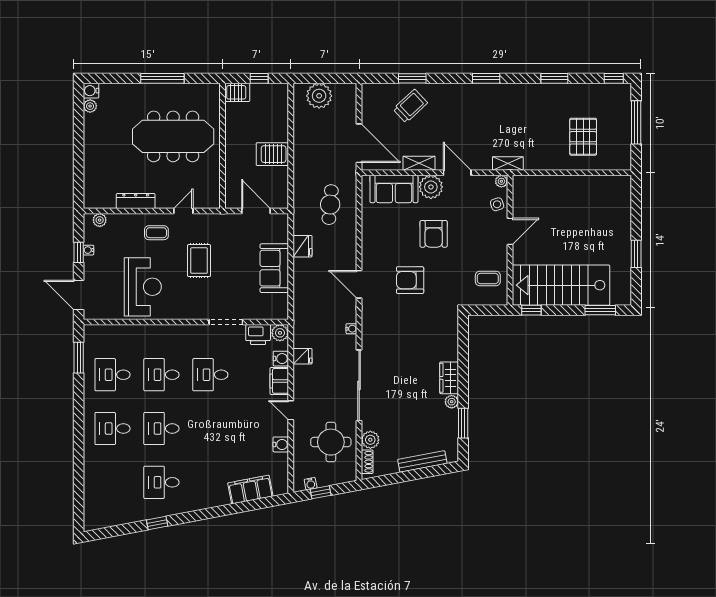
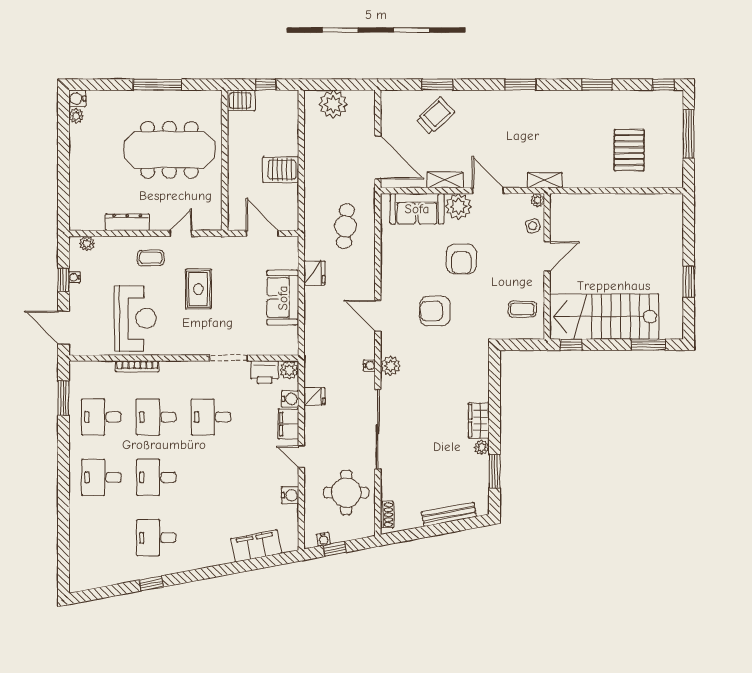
bookcase: (145, 329) -> (137, 366), added
plant: (370, 440) -> (390, 366), moved

